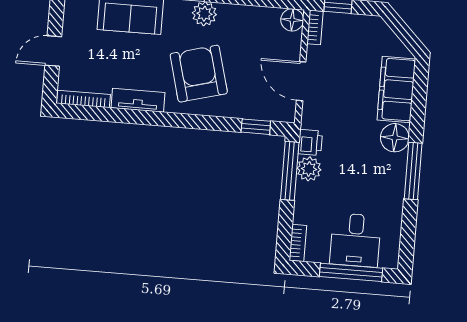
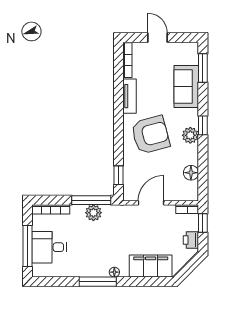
floor lamp: (292, 20) -> (191, 173), moved
floor lamp: (395, 138) -> (114, 272), width x0.53, depth x0.53
printer: (310, 142) -> (191, 240), moved, turned 90
bookcase: (298, 243) -> (51, 209), width x1.56

